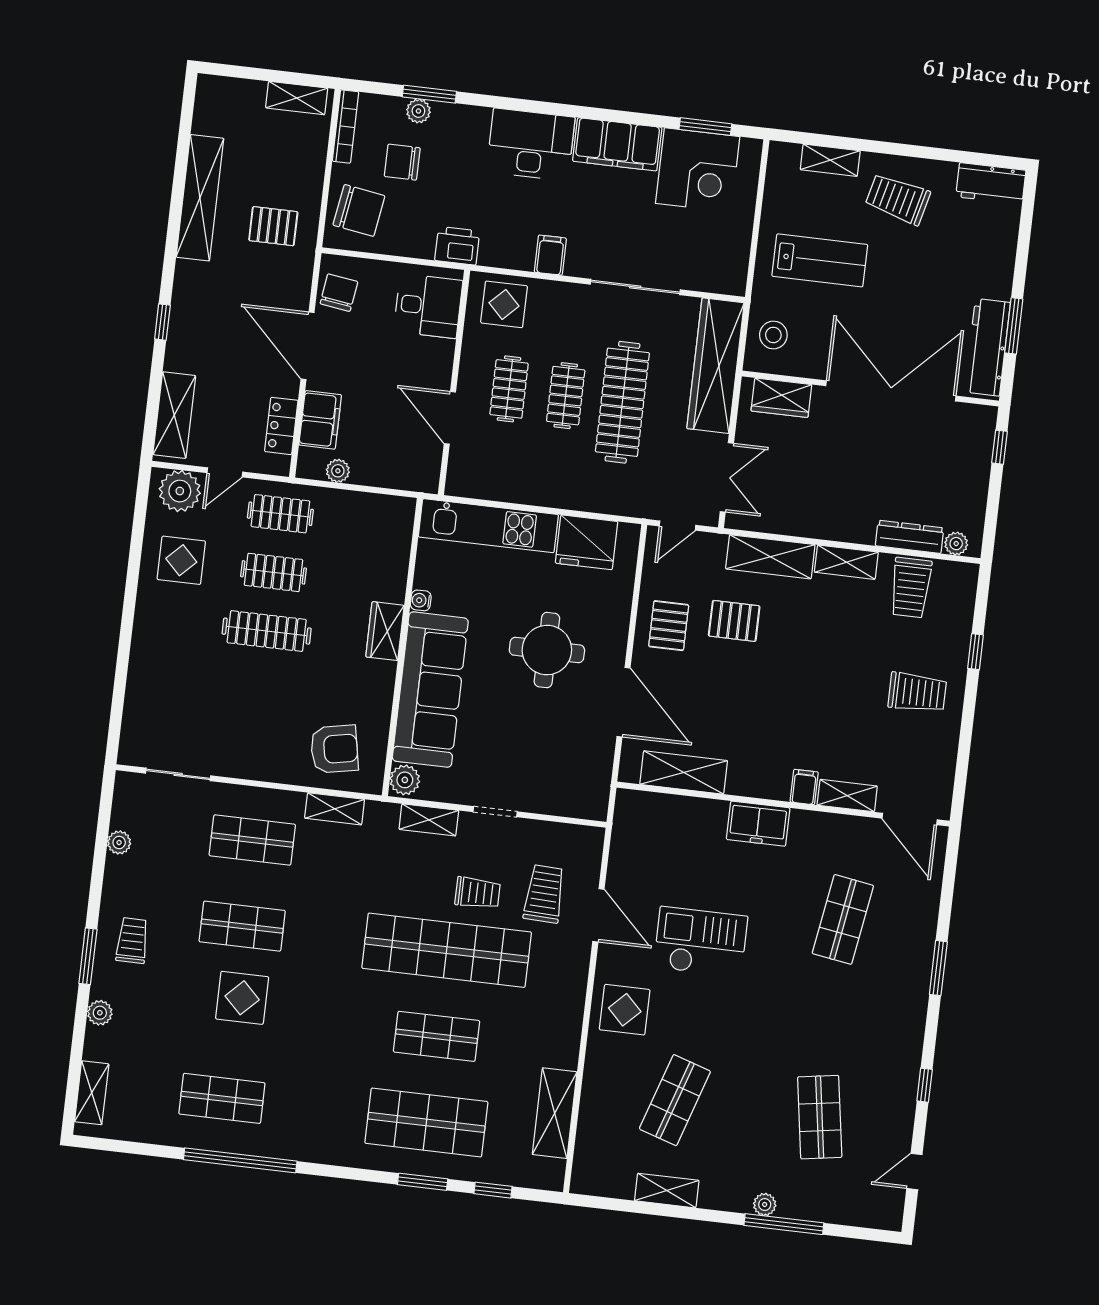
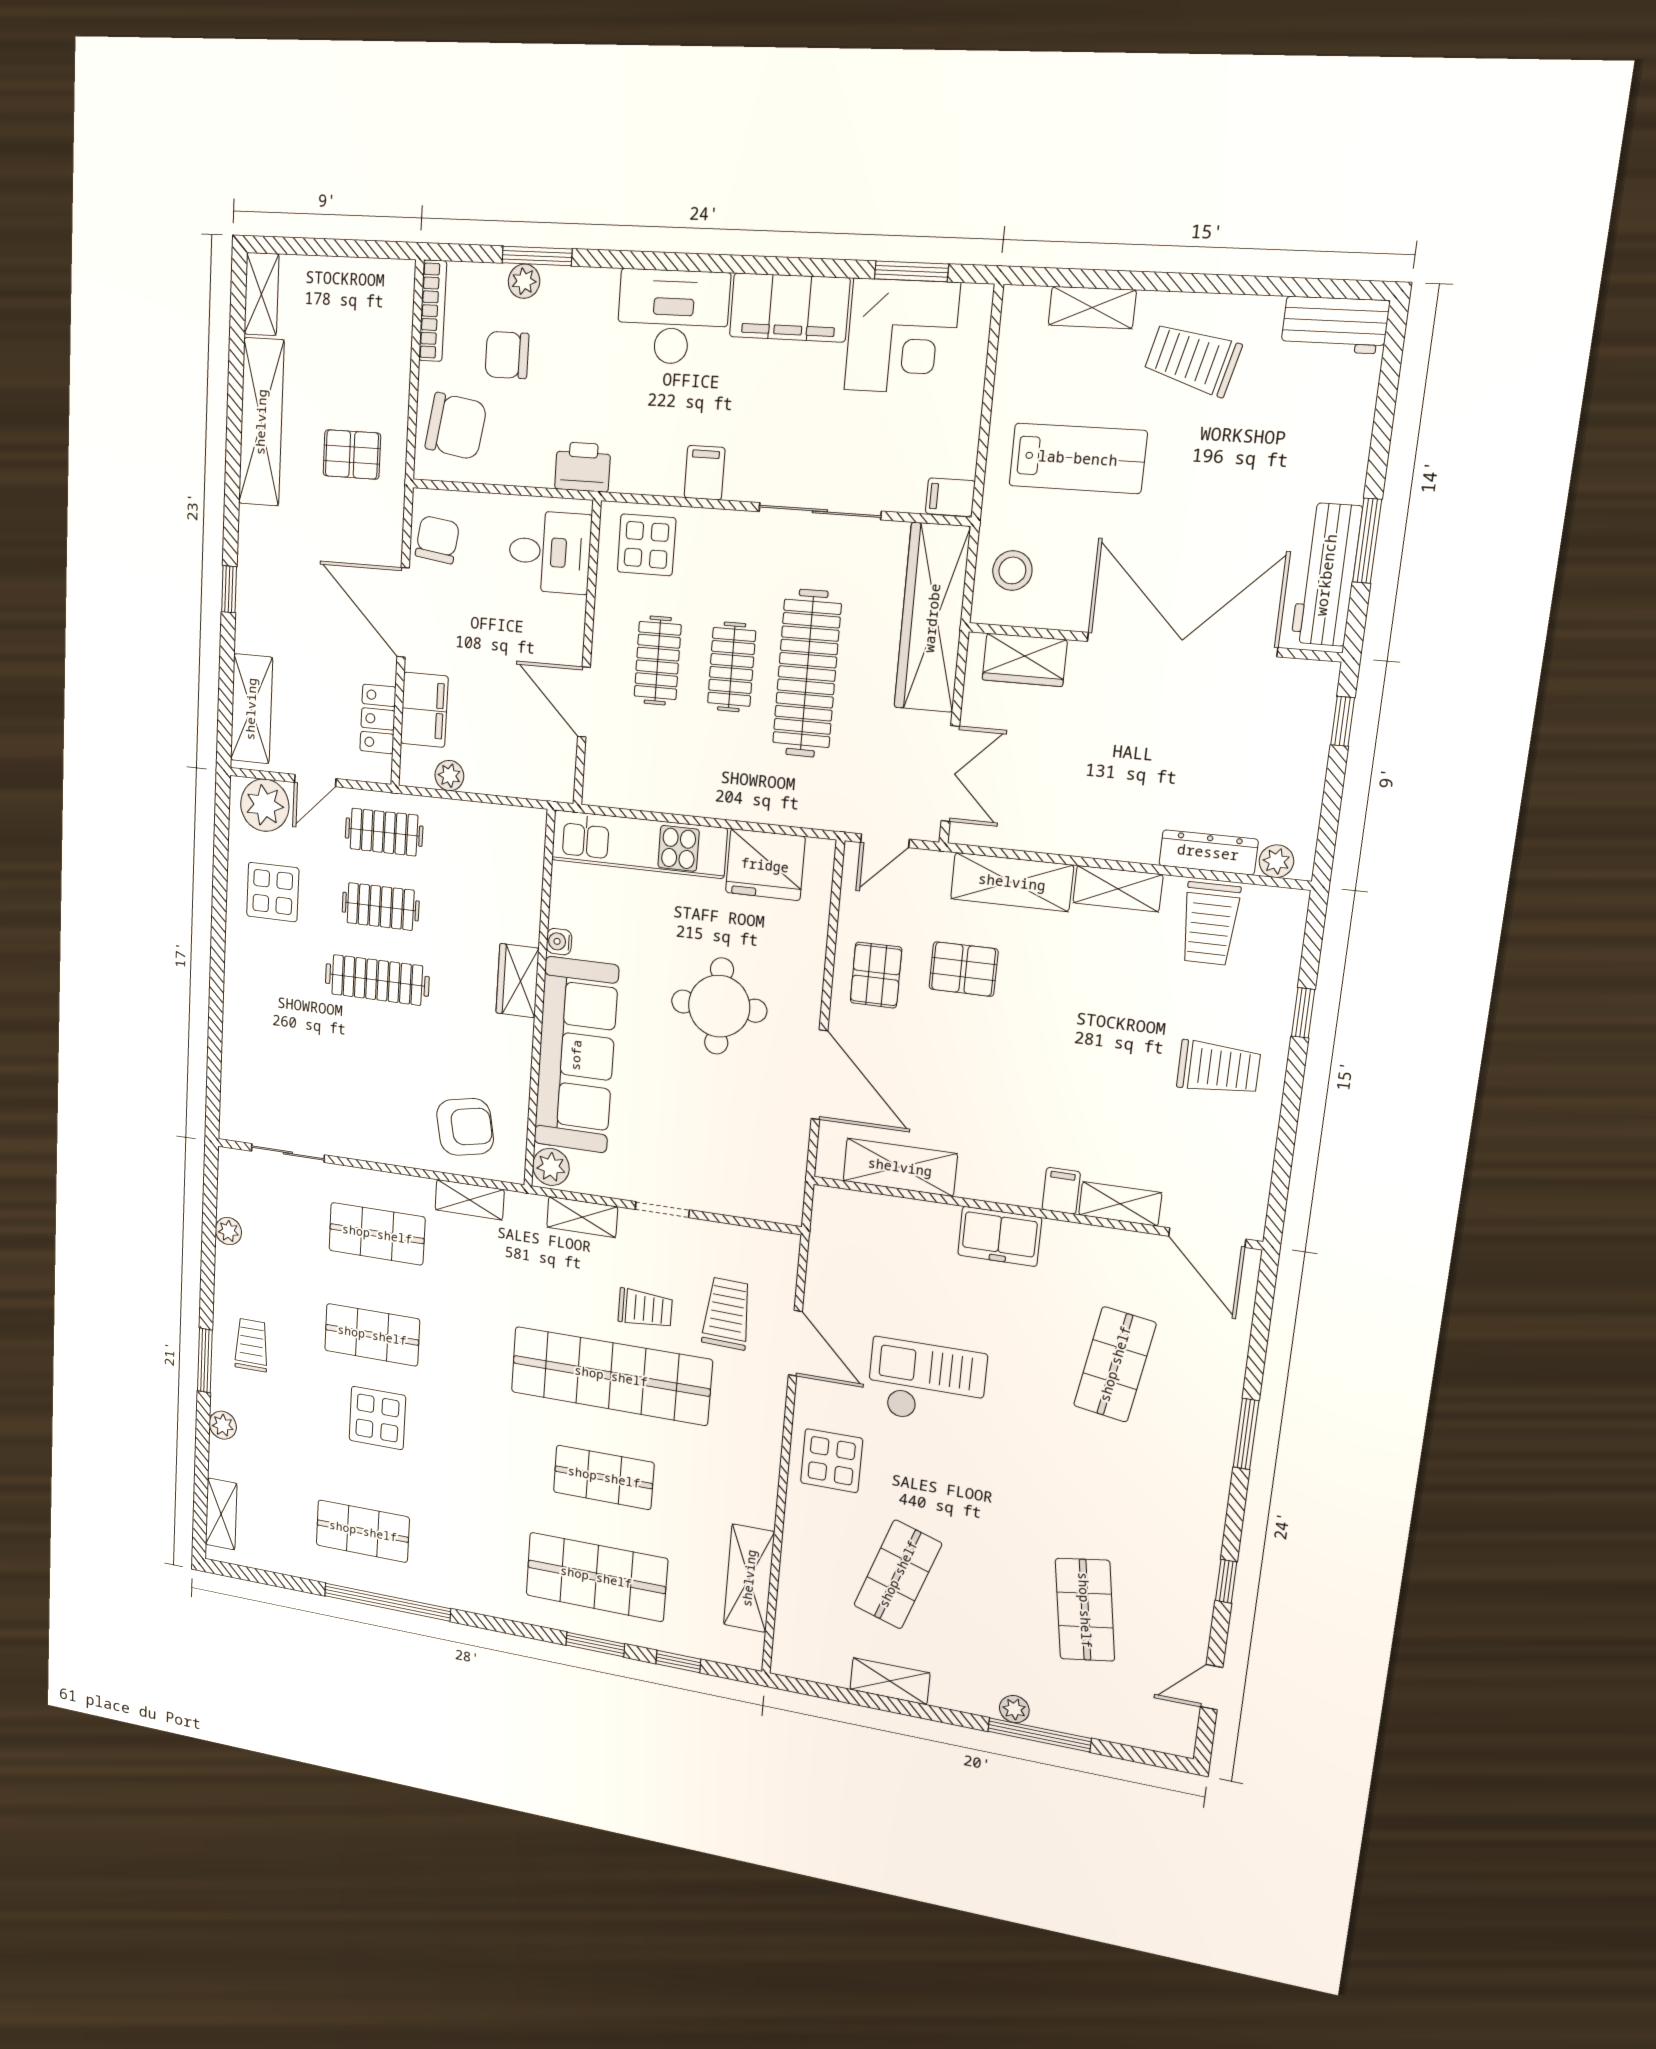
shelving: (297, 98) -> (261, 294), moved, turned 90
filing cabinet: (730, 282) -> (950, 497), added

